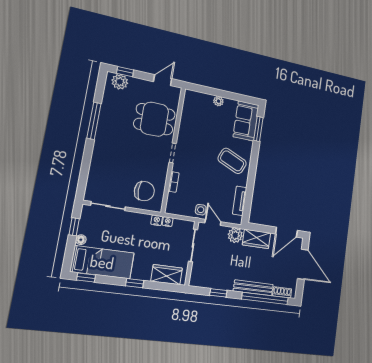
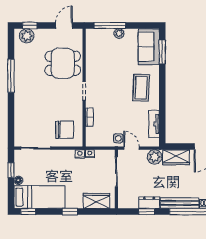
window: (210, 91) -> (110, 26), added
coffee table: (232, 161) -> (141, 88), turned 68
dresser: (222, 284) -> (149, 203), added

